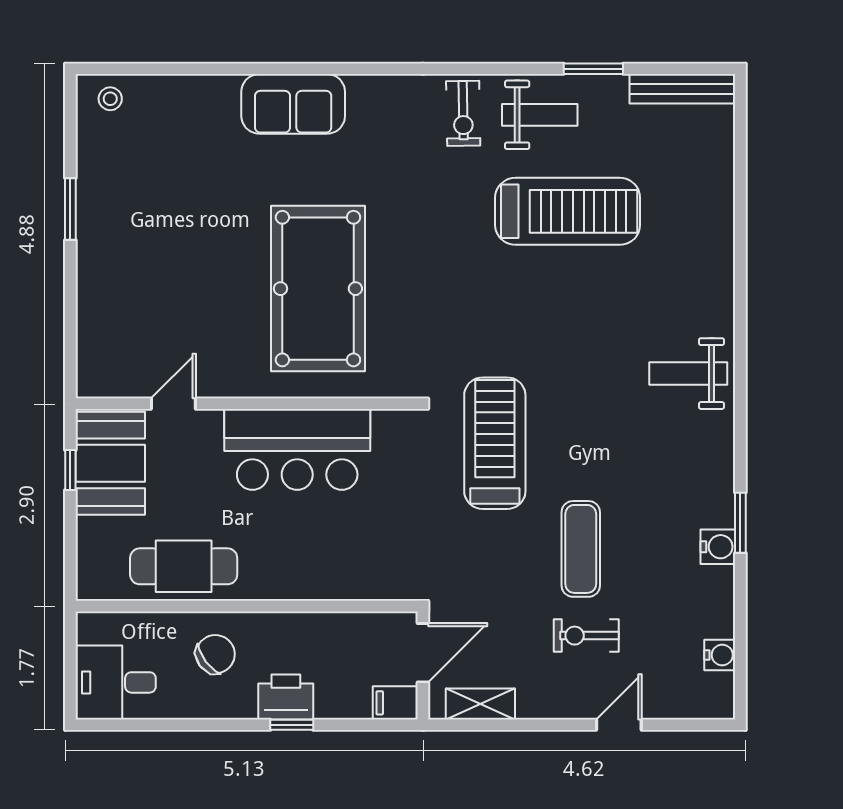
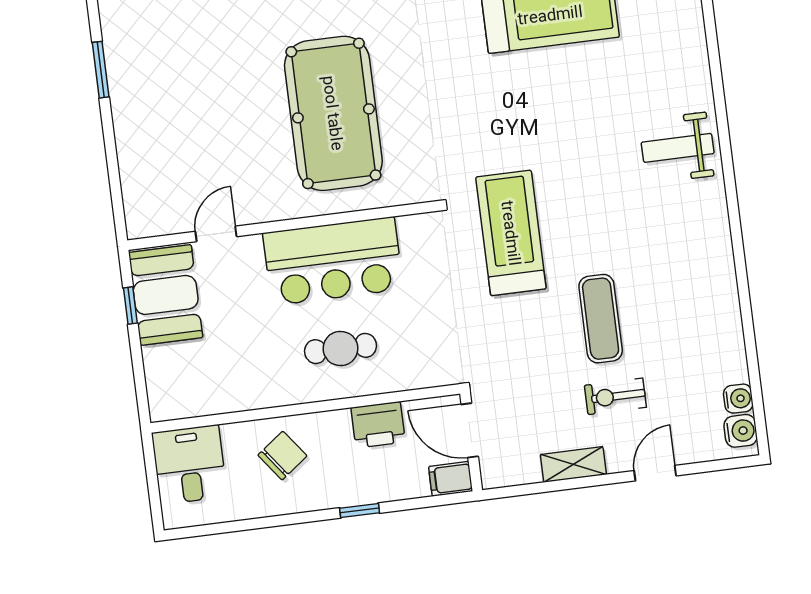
window: (740, 523) -> (742, 277), removed
water cooler: (718, 547) -> (741, 431), moved
cafe table: (184, 566) -> (341, 348), moved, width x0.73, depth x0.74
door: (423, 653) -> (470, 430), swing flipped
desk: (116, 682) -> (189, 465), moved, turned 90
printer: (286, 697) -> (378, 425), moved, turned 180
shelving: (480, 704) -> (573, 464), moved

